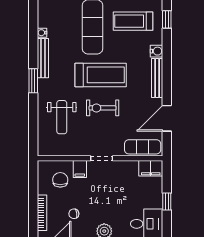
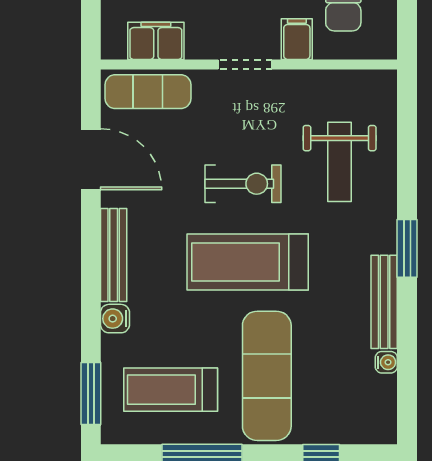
window: (167, 19) -> (91, 394), width x1.50
treadmill: (133, 21) -> (171, 390), turned 180
weight bench: (62, 117) -> (340, 162), turned 180
door: (167, 118) -> (91, 159), hinge flipped
filing cabinet: (151, 168) -> (156, 41), moved

